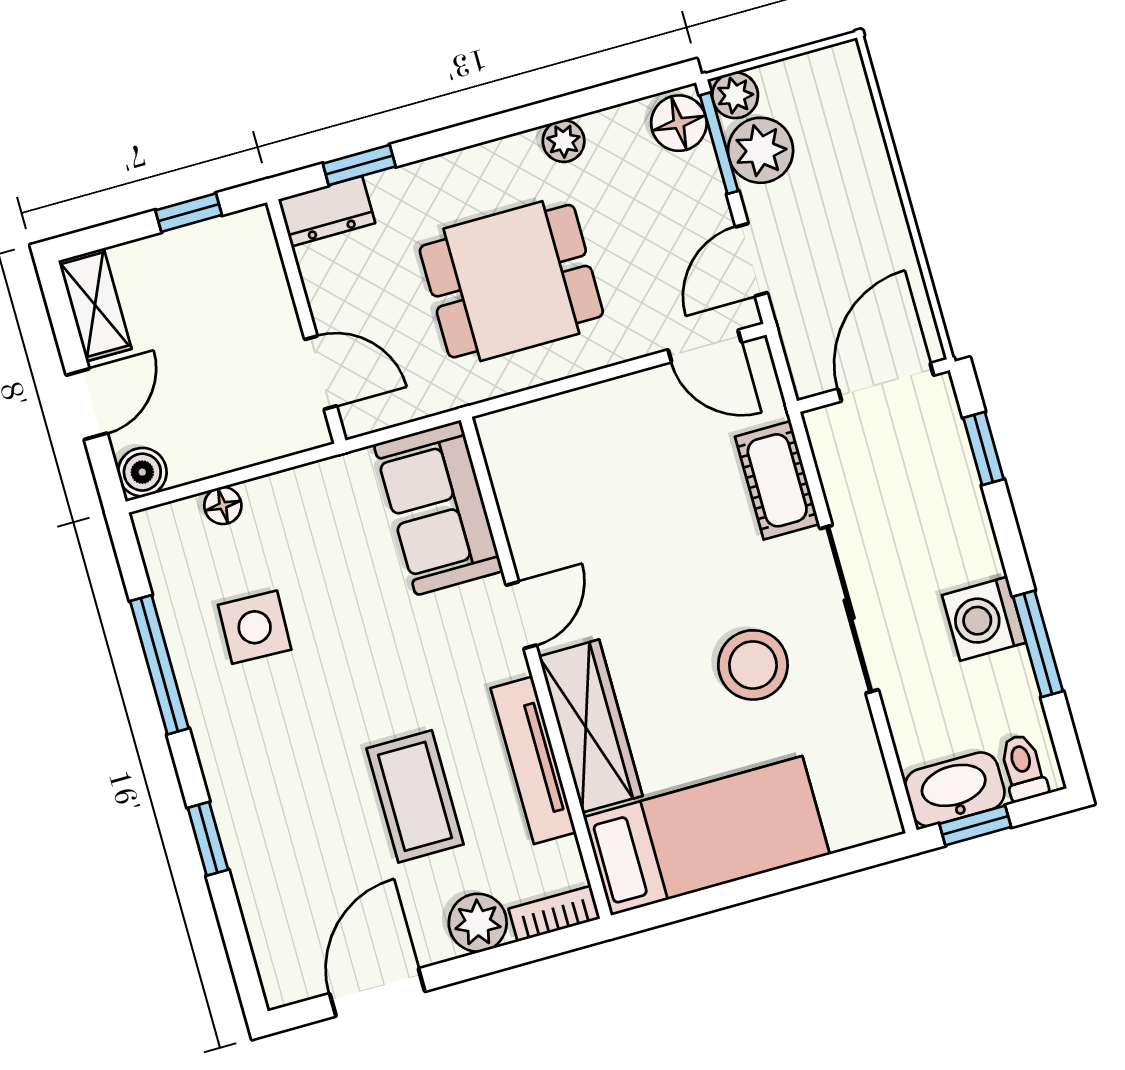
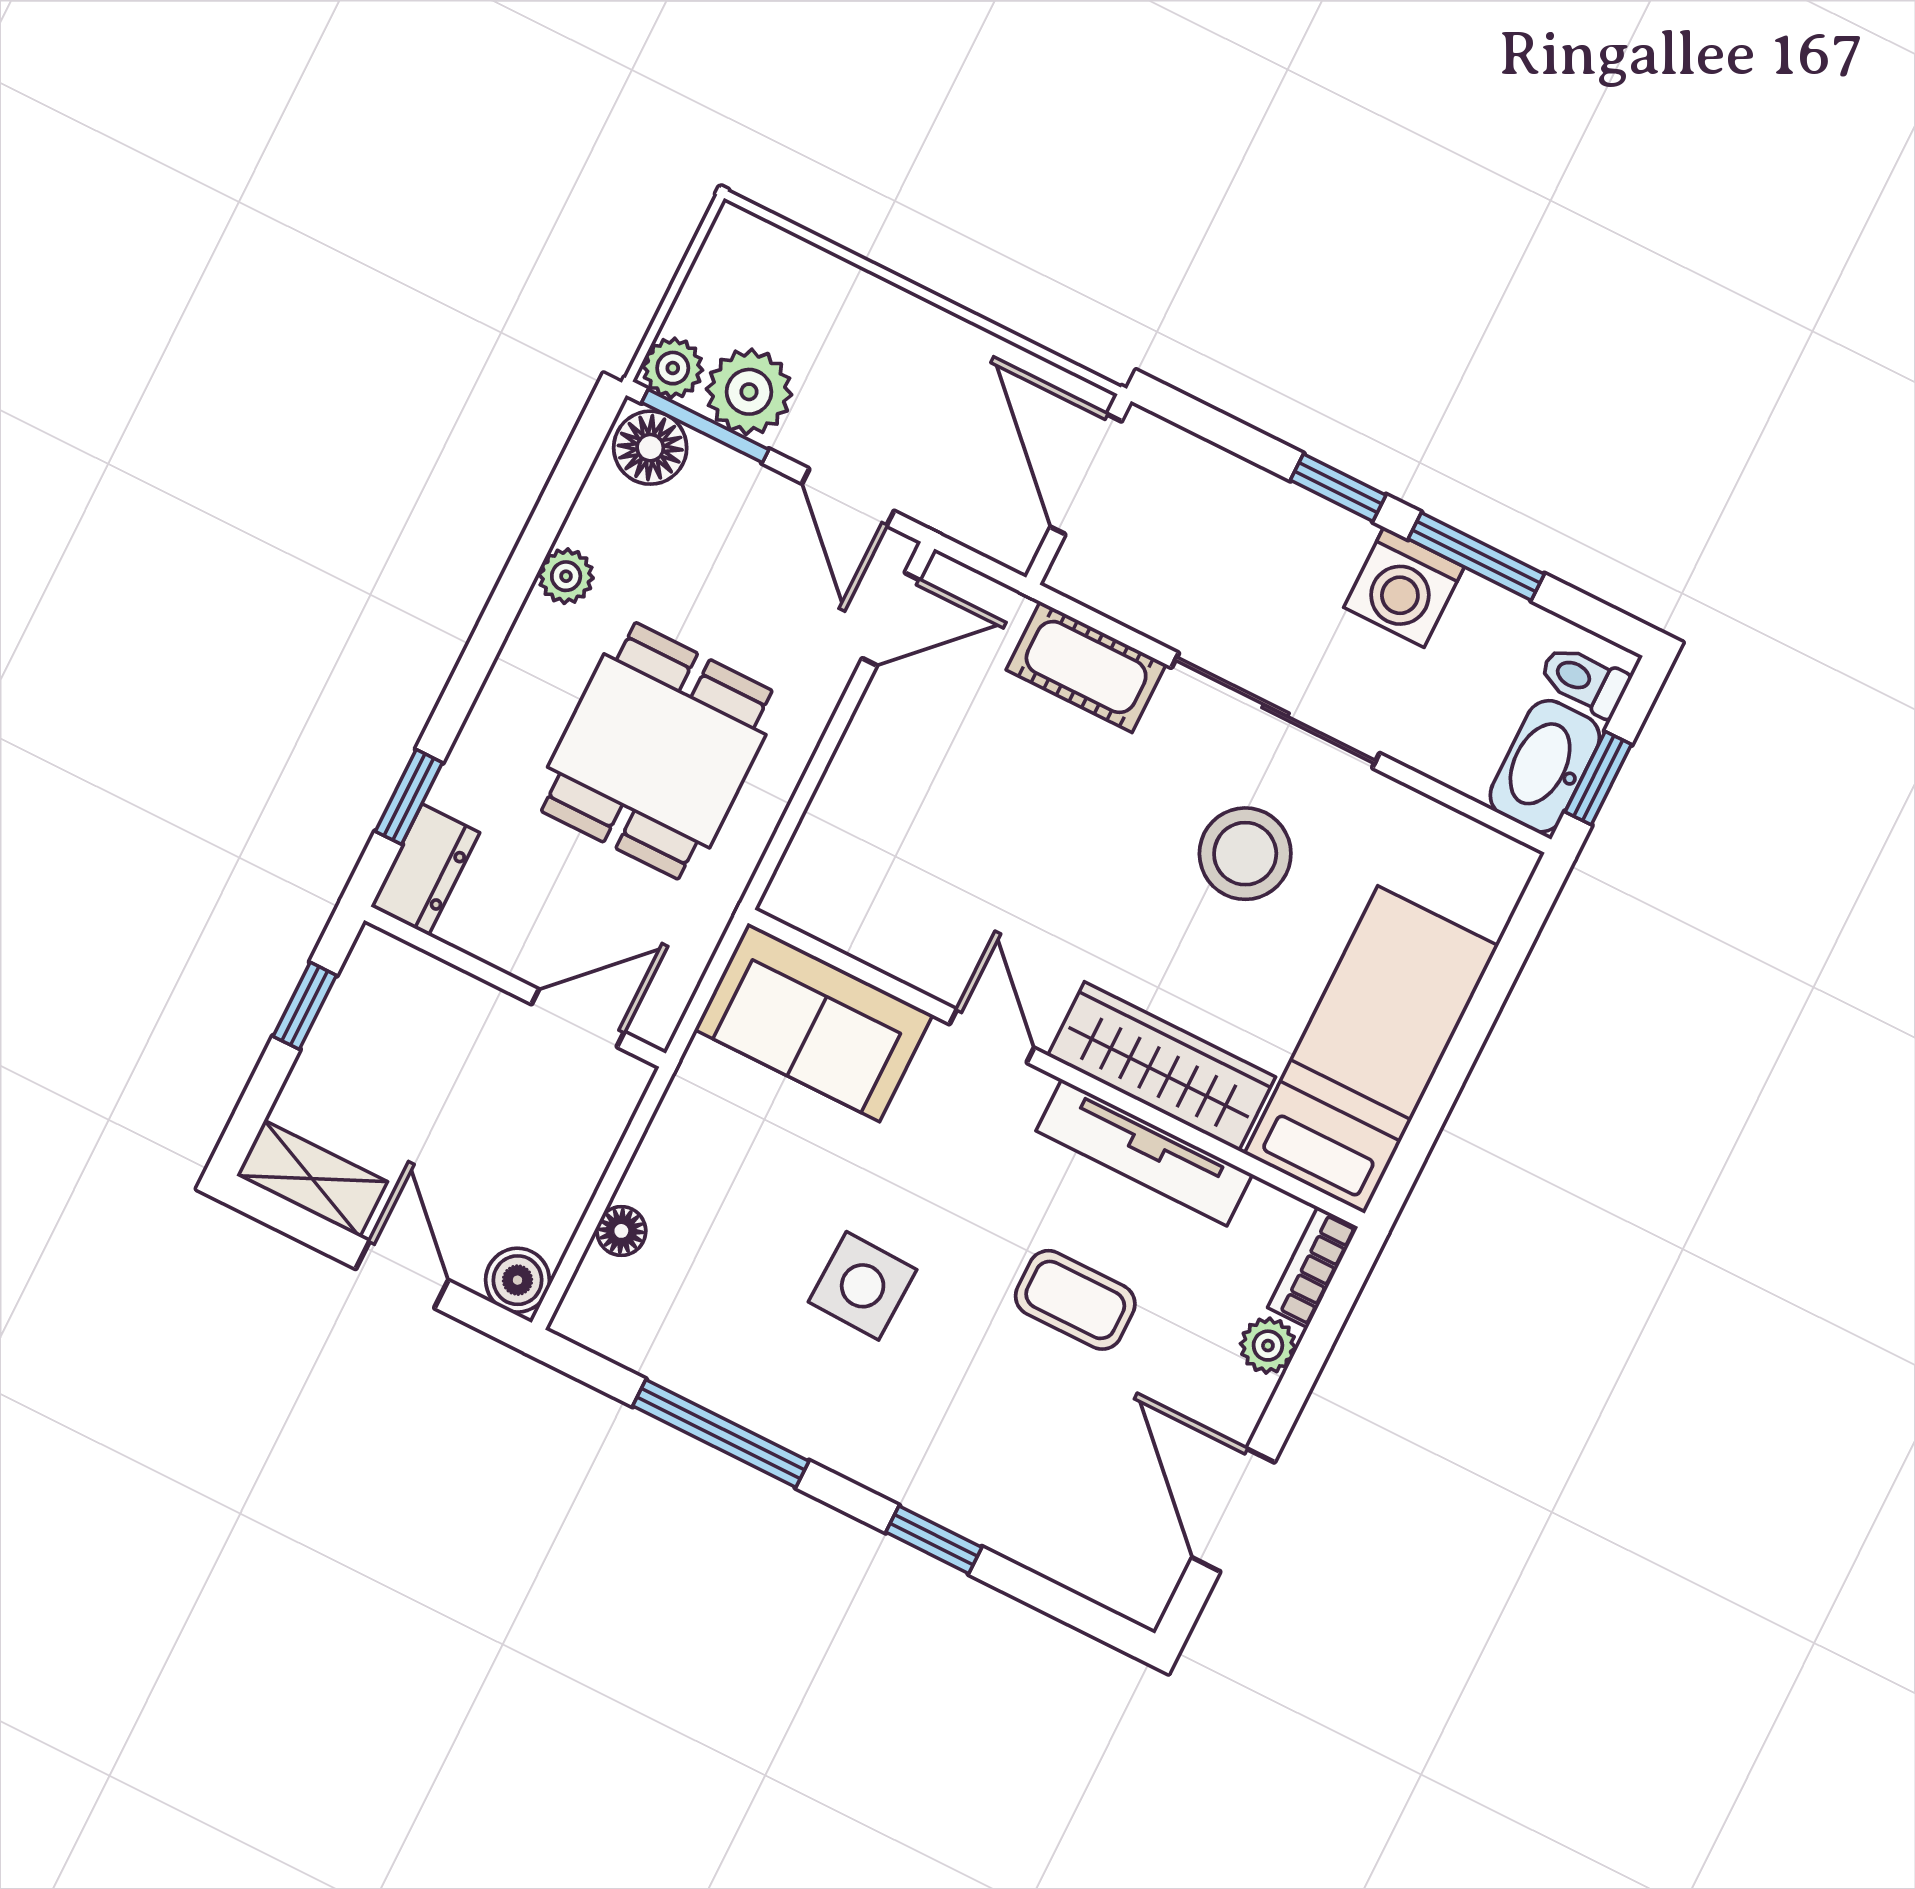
window: (983, 449) -> (1338, 488), moved
side table: (255, 627) -> (863, 1286), moved
coffee table: (415, 796) -> (1075, 1300), width x0.73, depth x0.77
plant: (478, 923) -> (1268, 1346), width x0.73, depth x0.73

